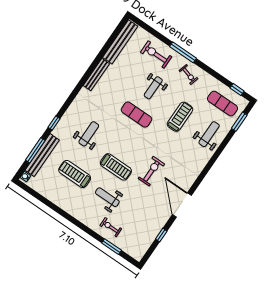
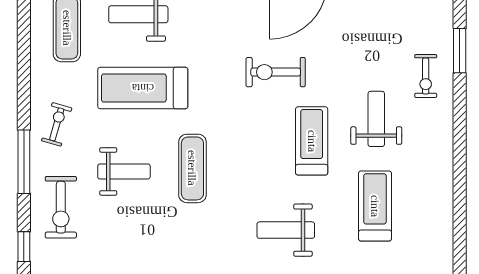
window: (237, 90) -> (24, 247), moved
treadmill: (180, 117) -> (143, 88), width x1.37, depth x1.38
treadmill: (75, 174) -> (375, 206), turned 180
weight bench: (107, 197) -> (376, 119), turned 180

